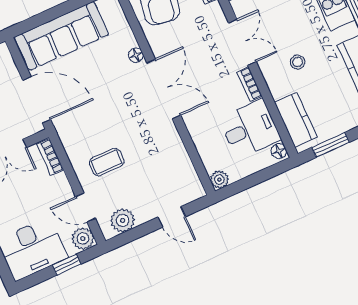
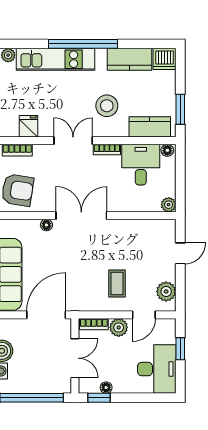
stool: (298, 62) -> (107, 106), width x1.89, depth x1.89
plant: (83, 239) -> (119, 327), moved

